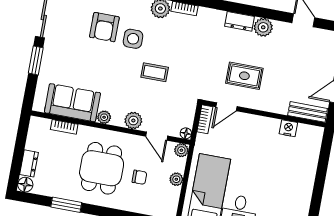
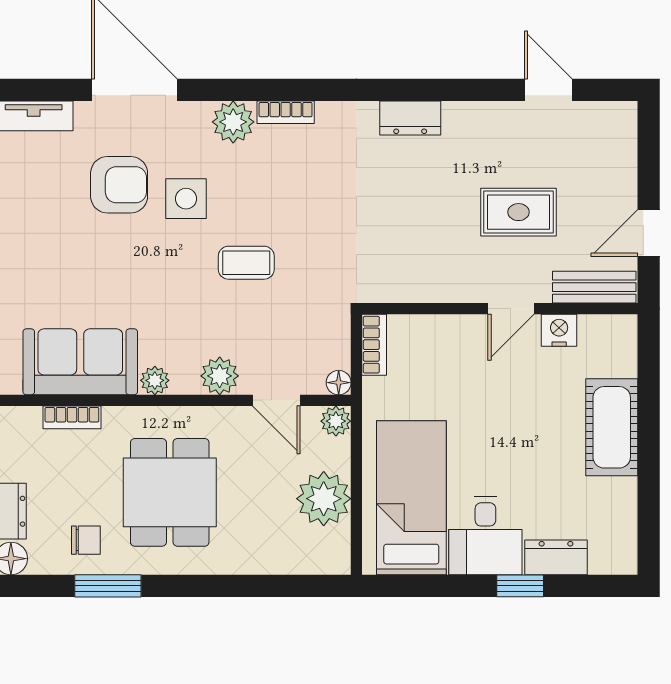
armchair: (104, 27) -> (119, 185), turned -90
plant: (263, 27) -> (464, 121), removed
rug: (244, 76) -> (518, 212), moved
door: (226, 107) -> (511, 309), moved
cot: (304, 176) -> (612, 427), added
chair: (139, 177) -> (86, 540), moved
plant: (176, 179) -> (324, 499), width x1.87, depth x1.87

